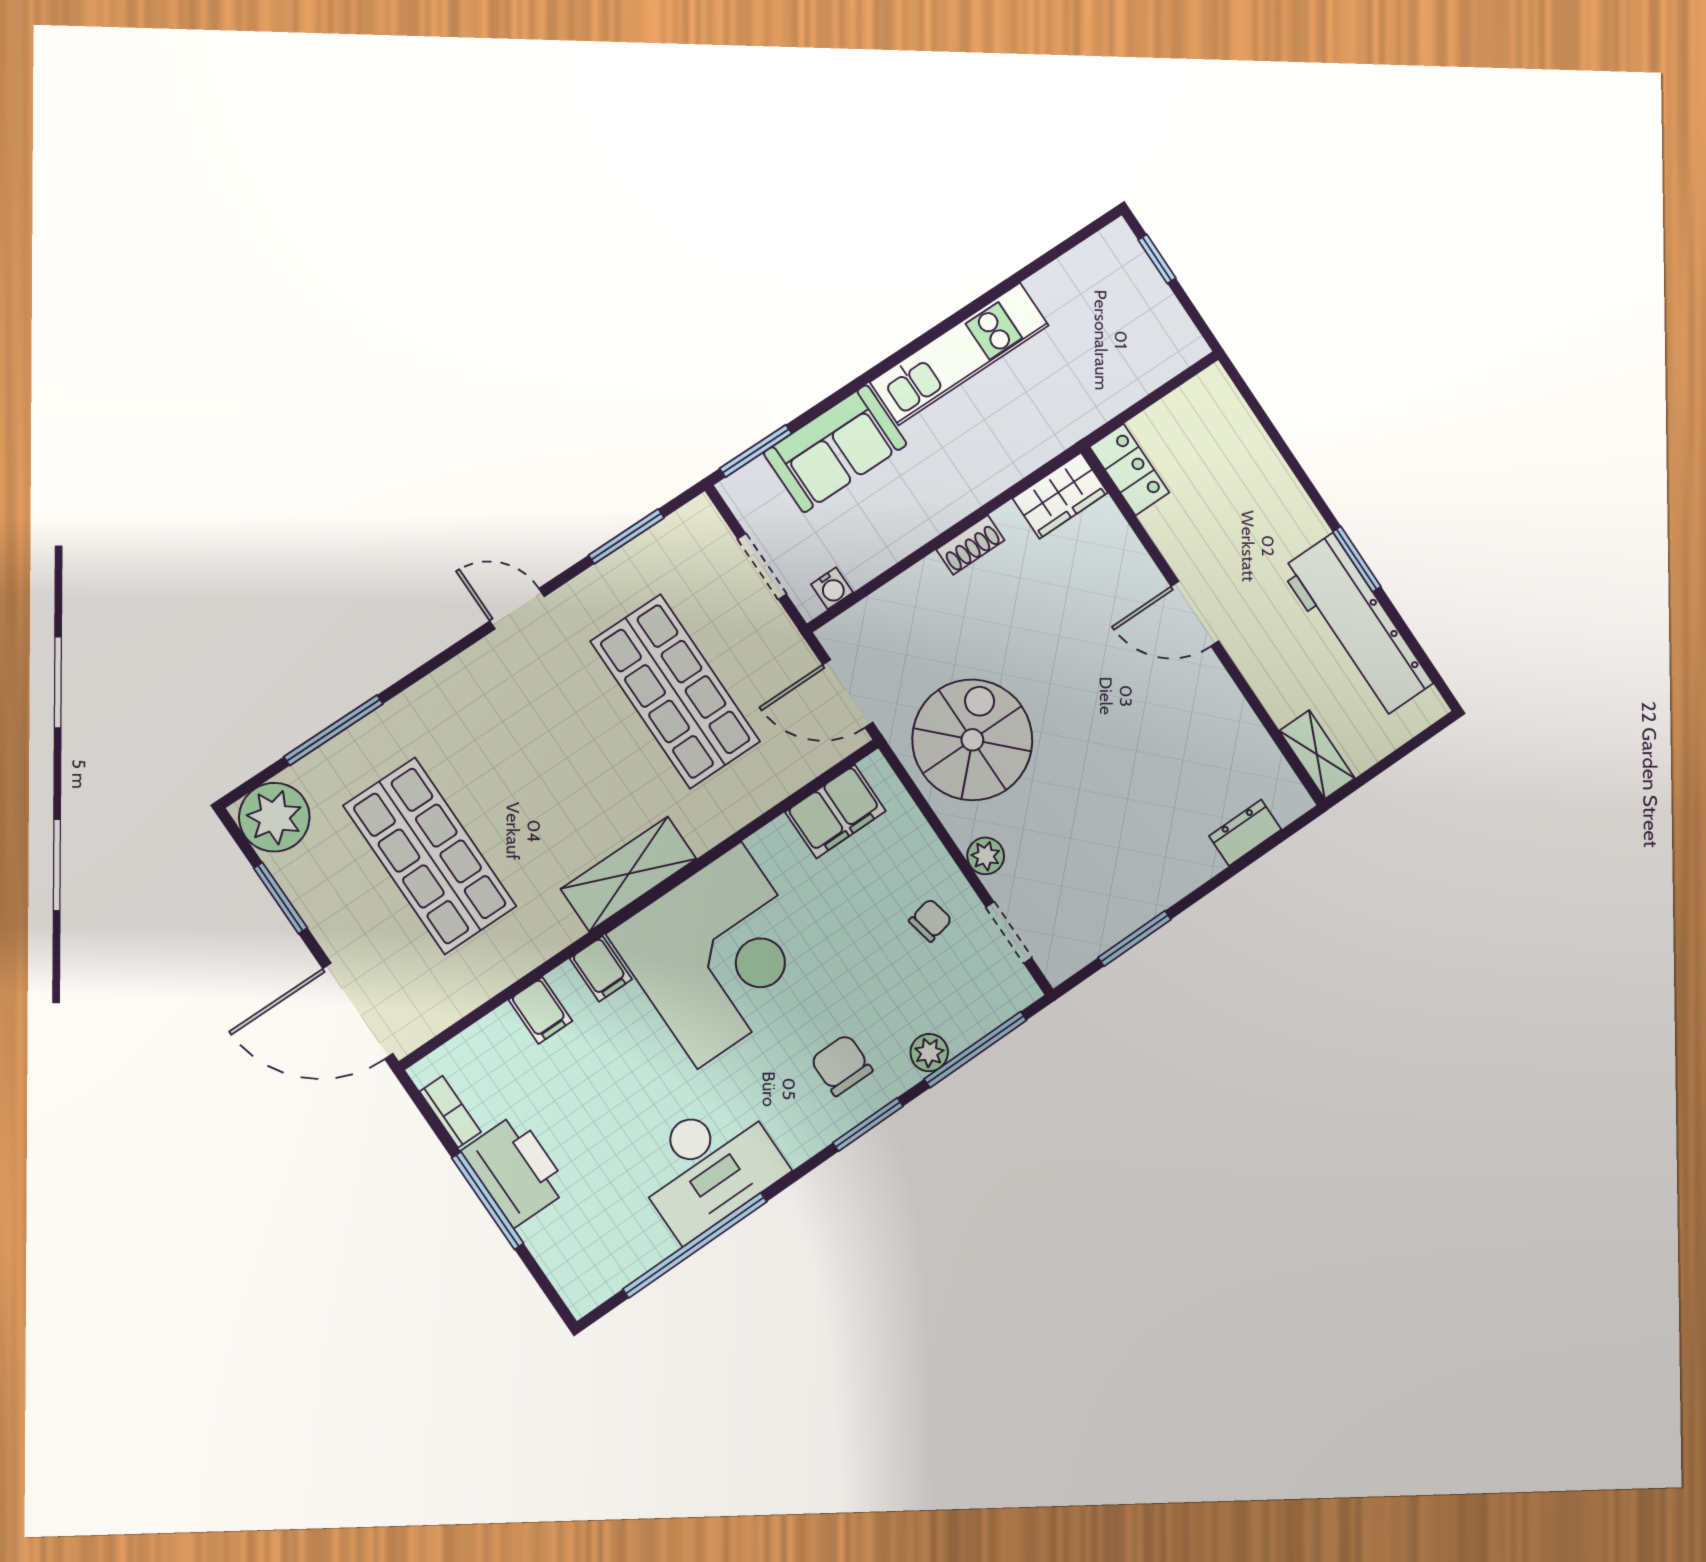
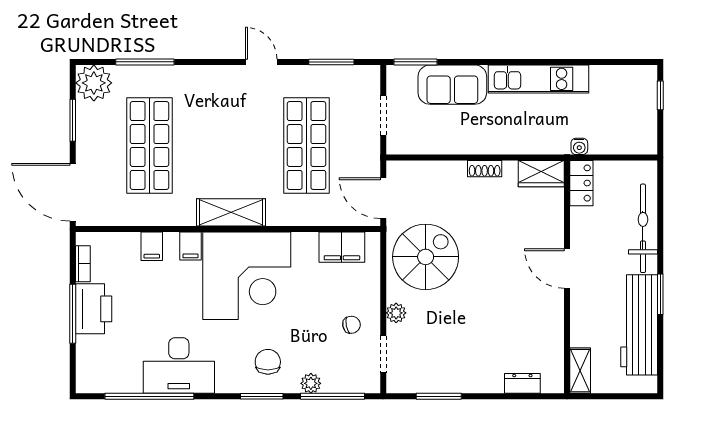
bicycle: (1266, 477) -> (643, 228), added
water cooler: (832, 588) -> (579, 146), moved

